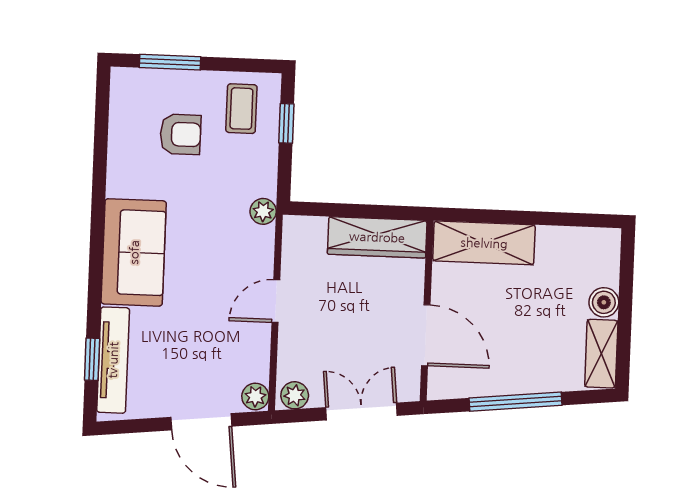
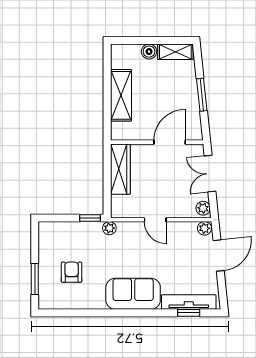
coffee table: (241, 109) -> (57, 241), removed
window: (286, 123) -> (90, 218), moved
shelving: (484, 243) -> (121, 95), moved
window: (516, 402) -> (202, 95), width x0.69

